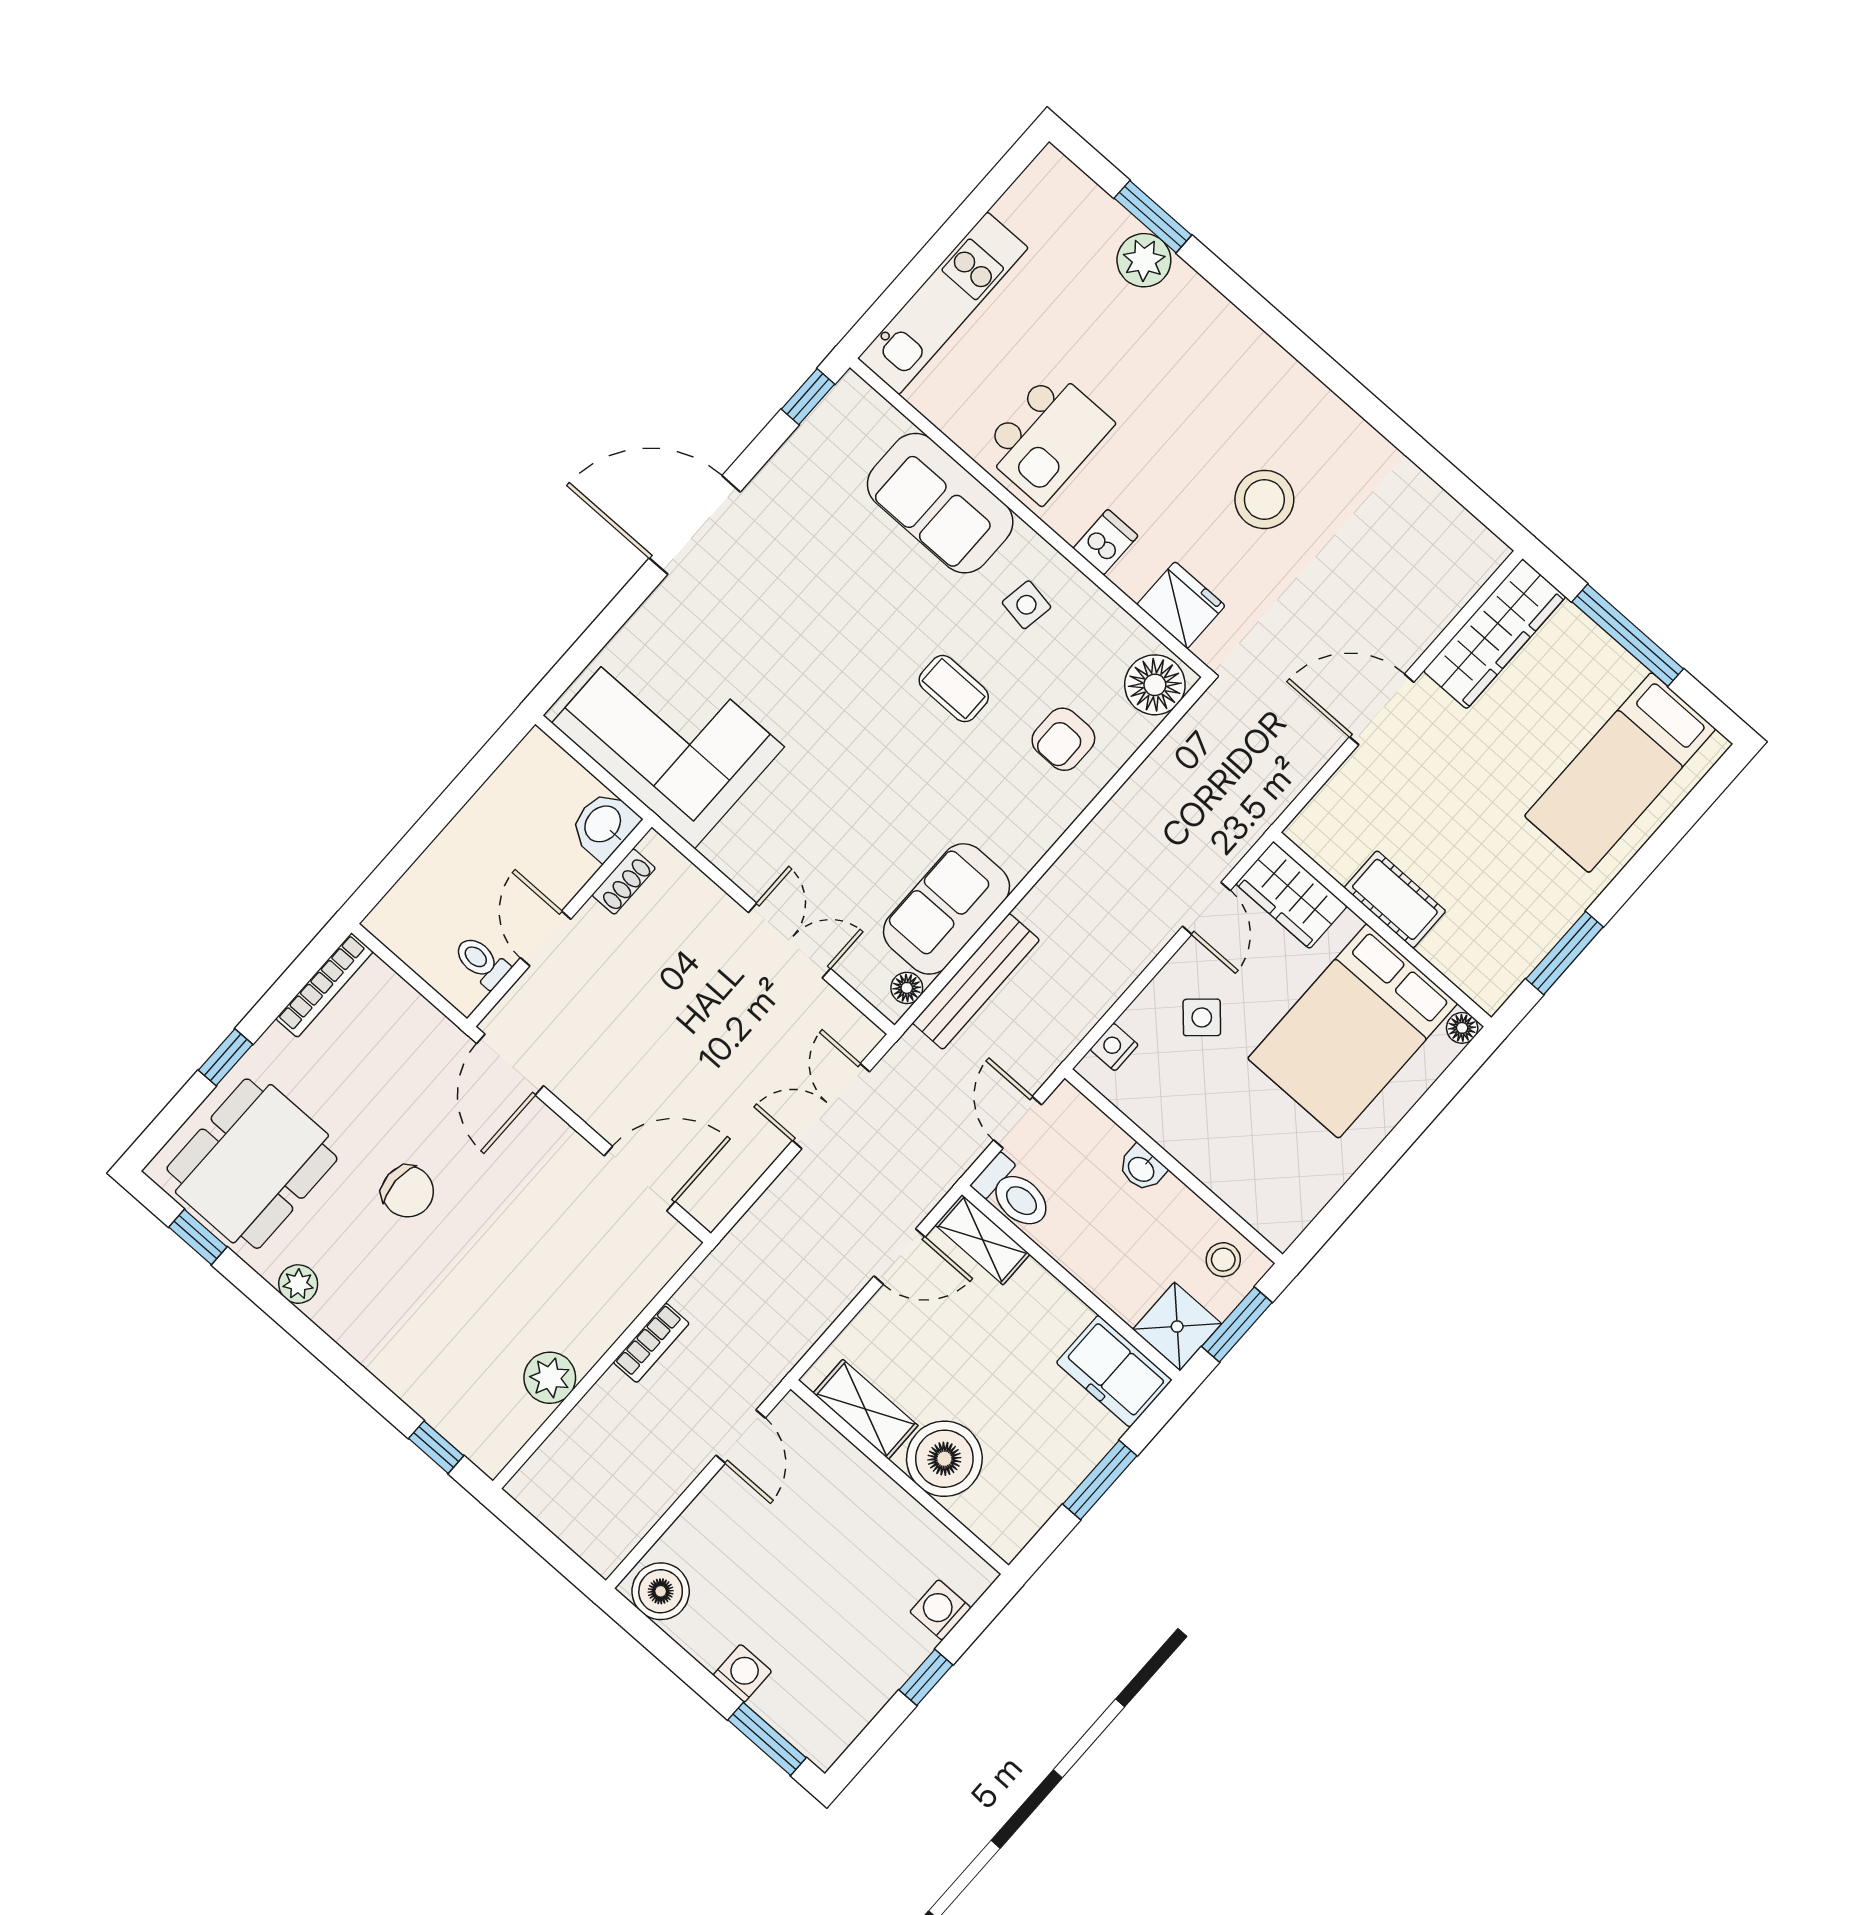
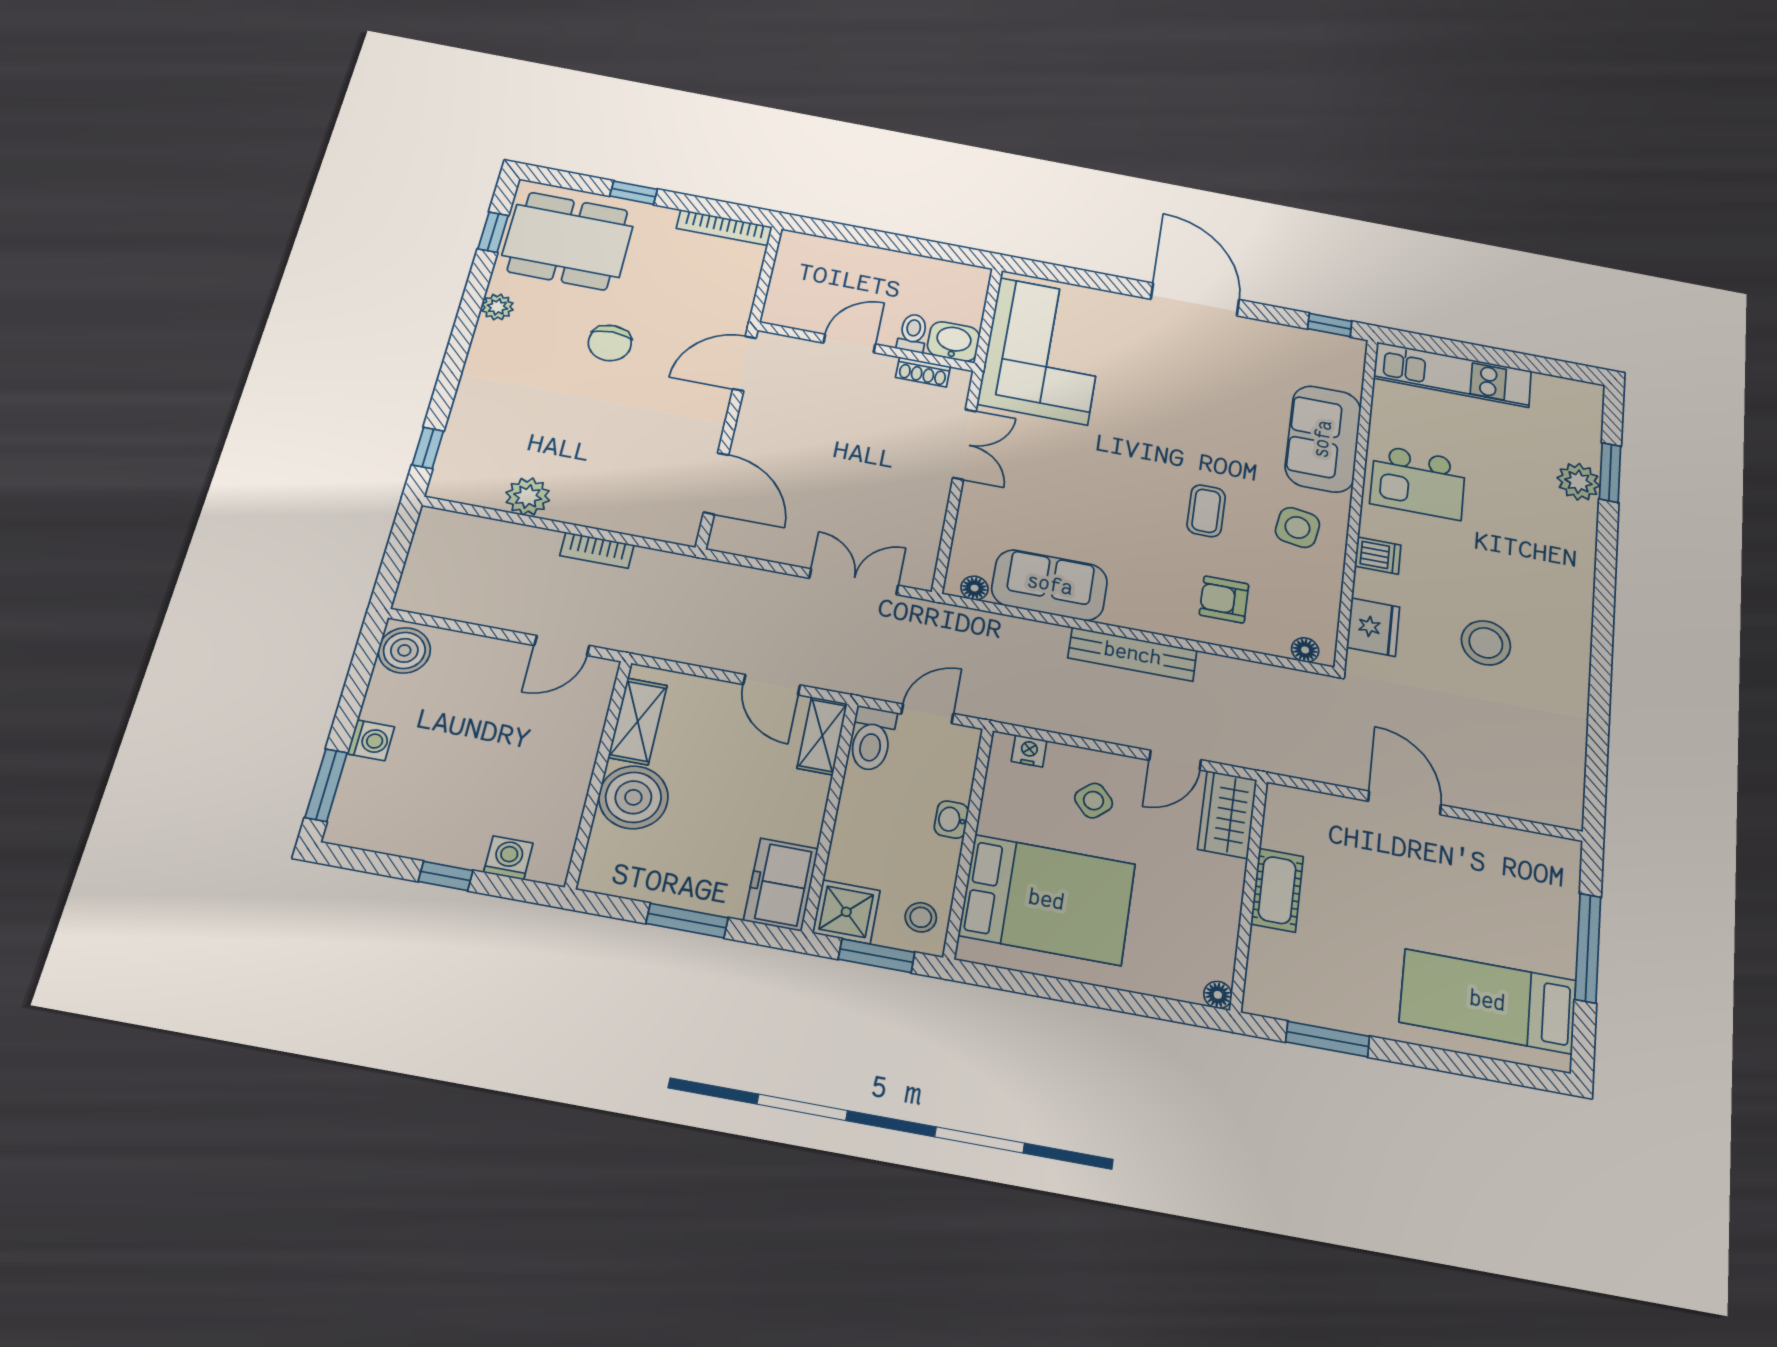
side table: (1026, 605) -> (1297, 527), width x1.37, depth x1.37
wardrobe: (1495, 634) -> (1516, 852), removed
floor lamp: (1155, 685) -> (1305, 650), width x0.53, depth x0.53
double door: (789, 940) -> (964, 444), moved
toilet: (481, 962) -> (913, 333), moved
bench: (976, 981) -> (1133, 654), moved
bed: (1353, 1031) -> (1047, 900), moved, turned 180

